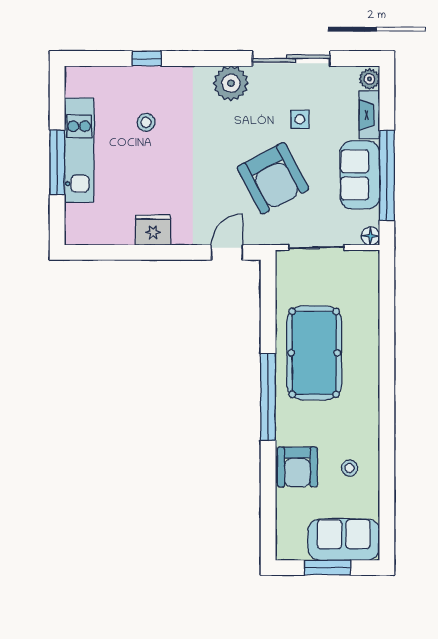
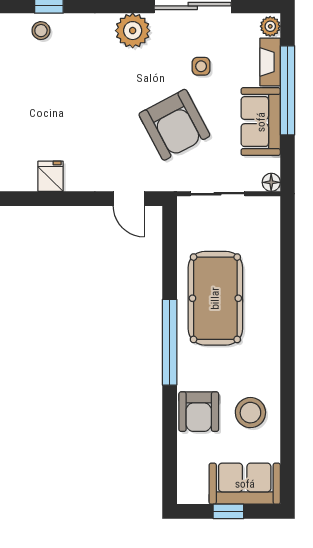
stool: (146, 122) -> (41, 31), moved
window: (387, 175) -> (287, 90), moved
fridge: (153, 230) -> (51, 176), width x0.72
door: (227, 252) -> (129, 199), swing flipped
stool: (350, 468) -> (250, 413), width x1.89, depth x1.89
window: (327, 568) -> (228, 511), width x0.67

